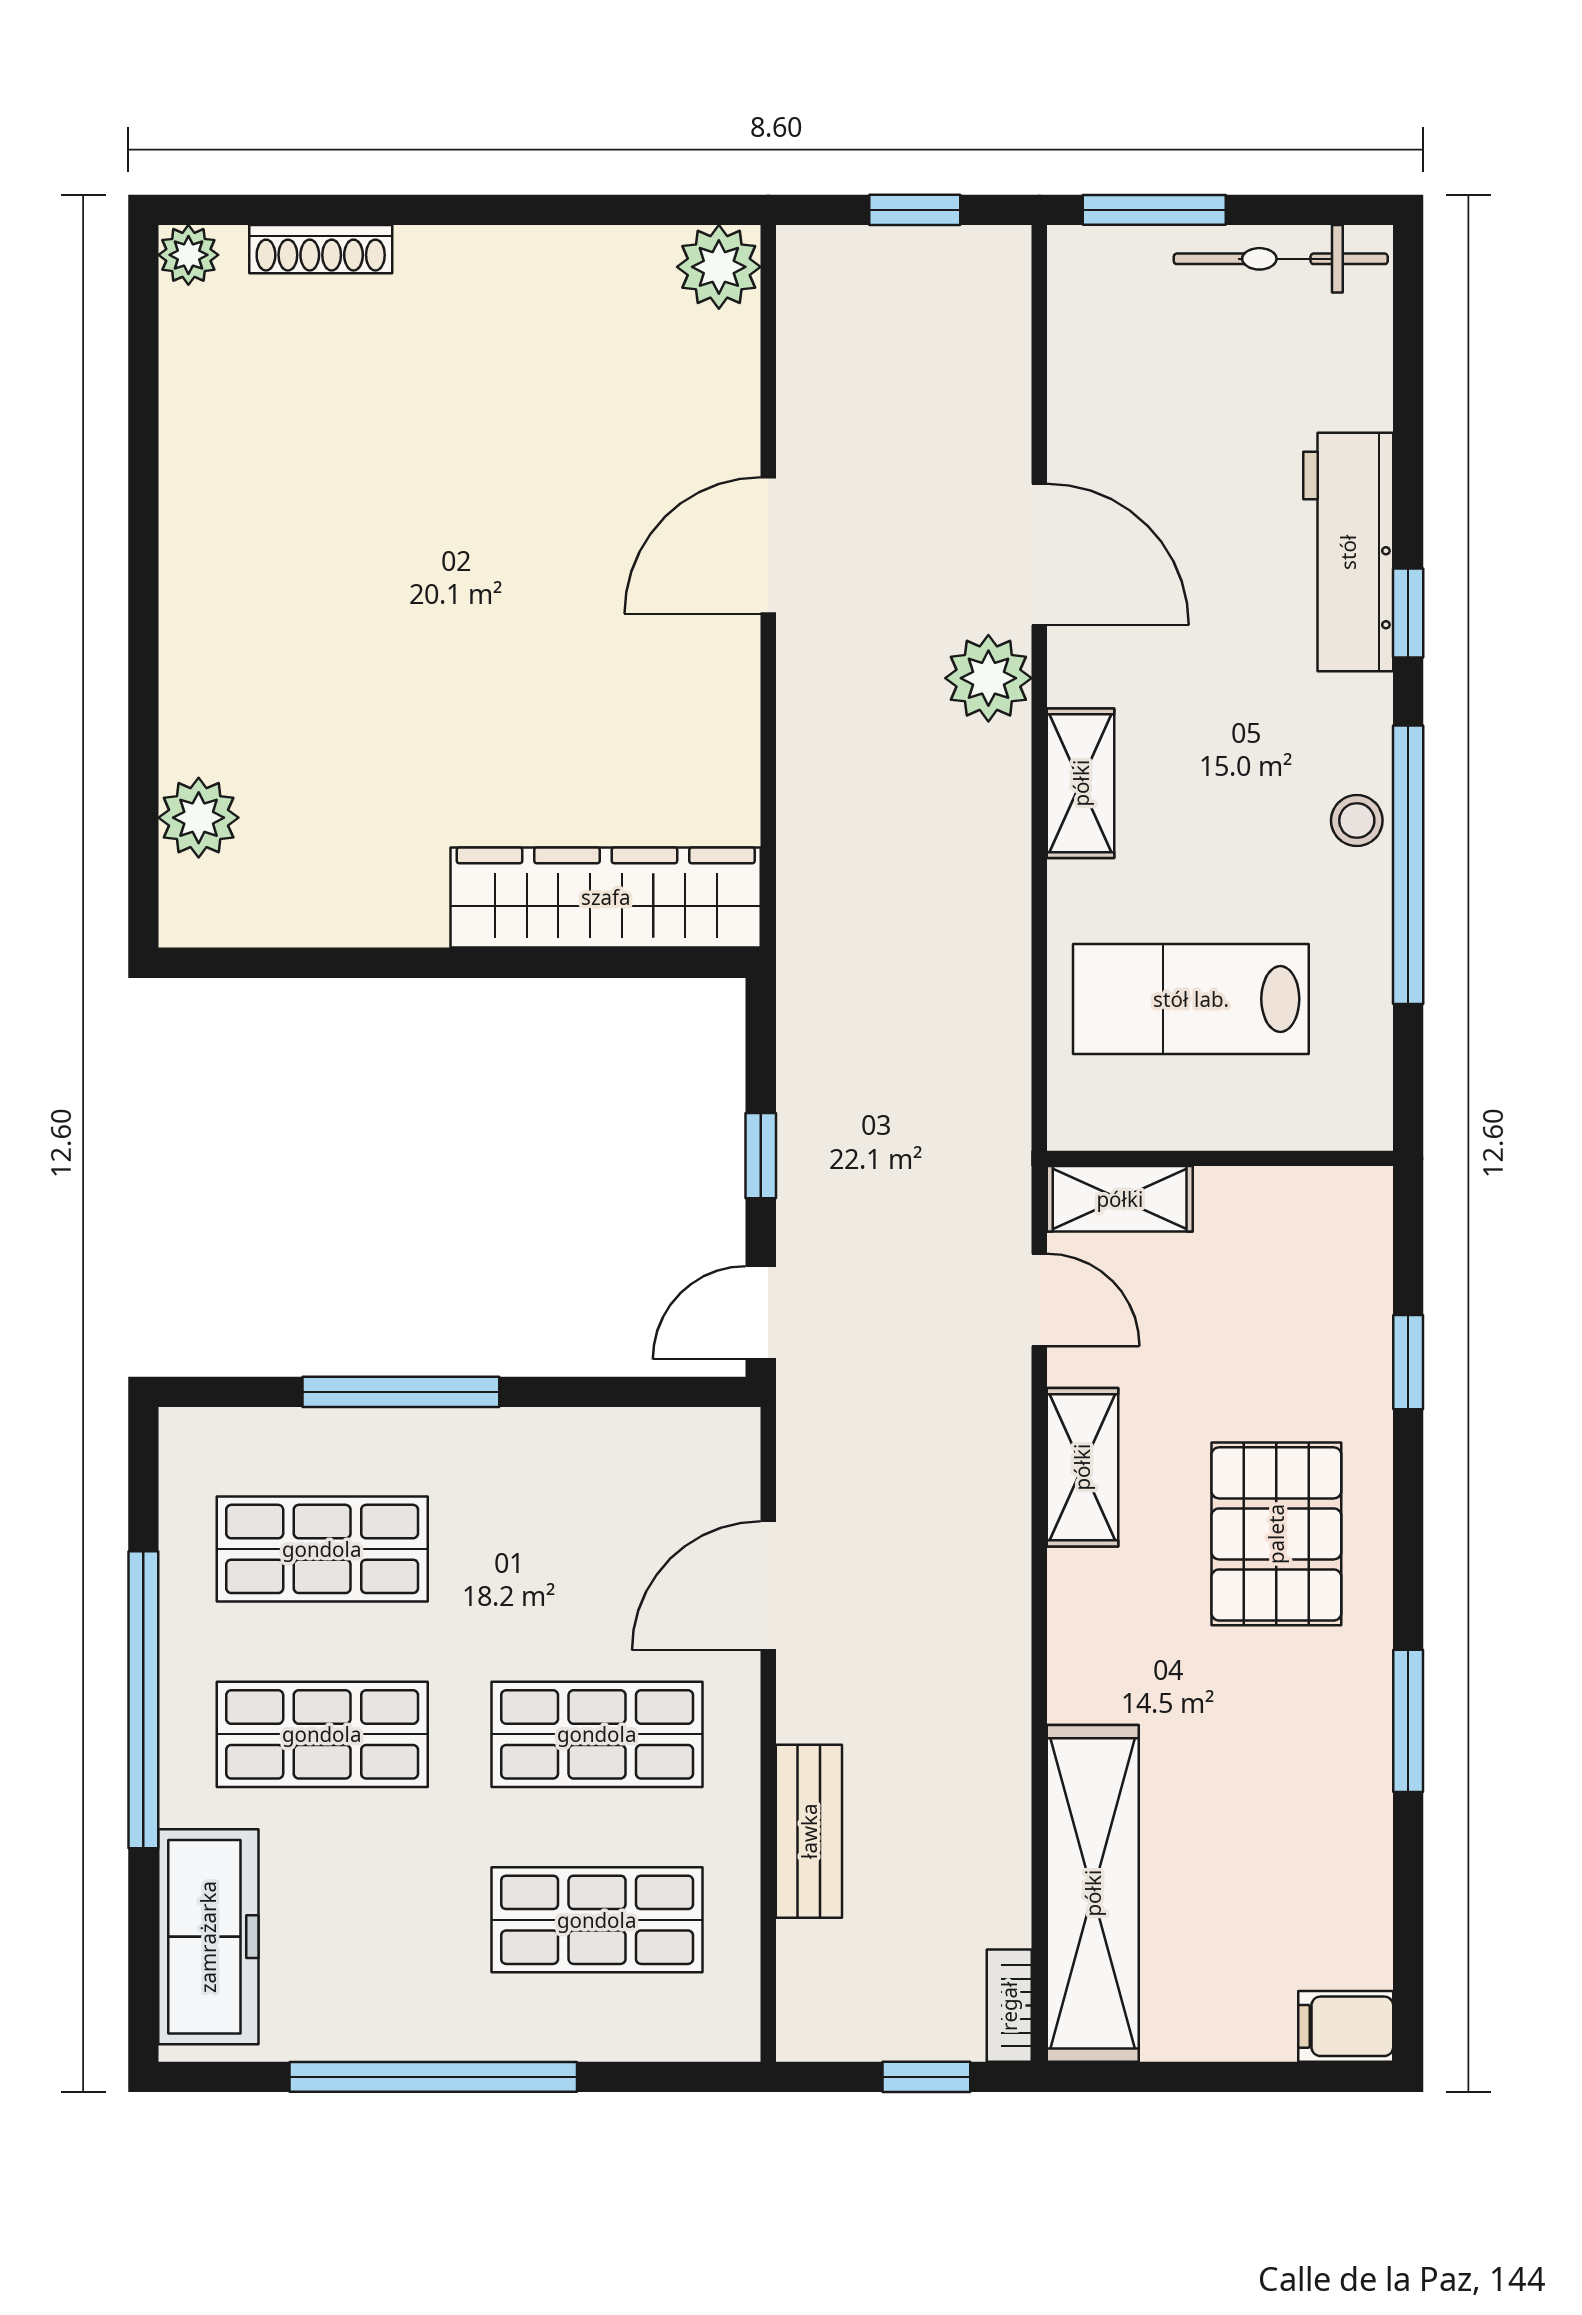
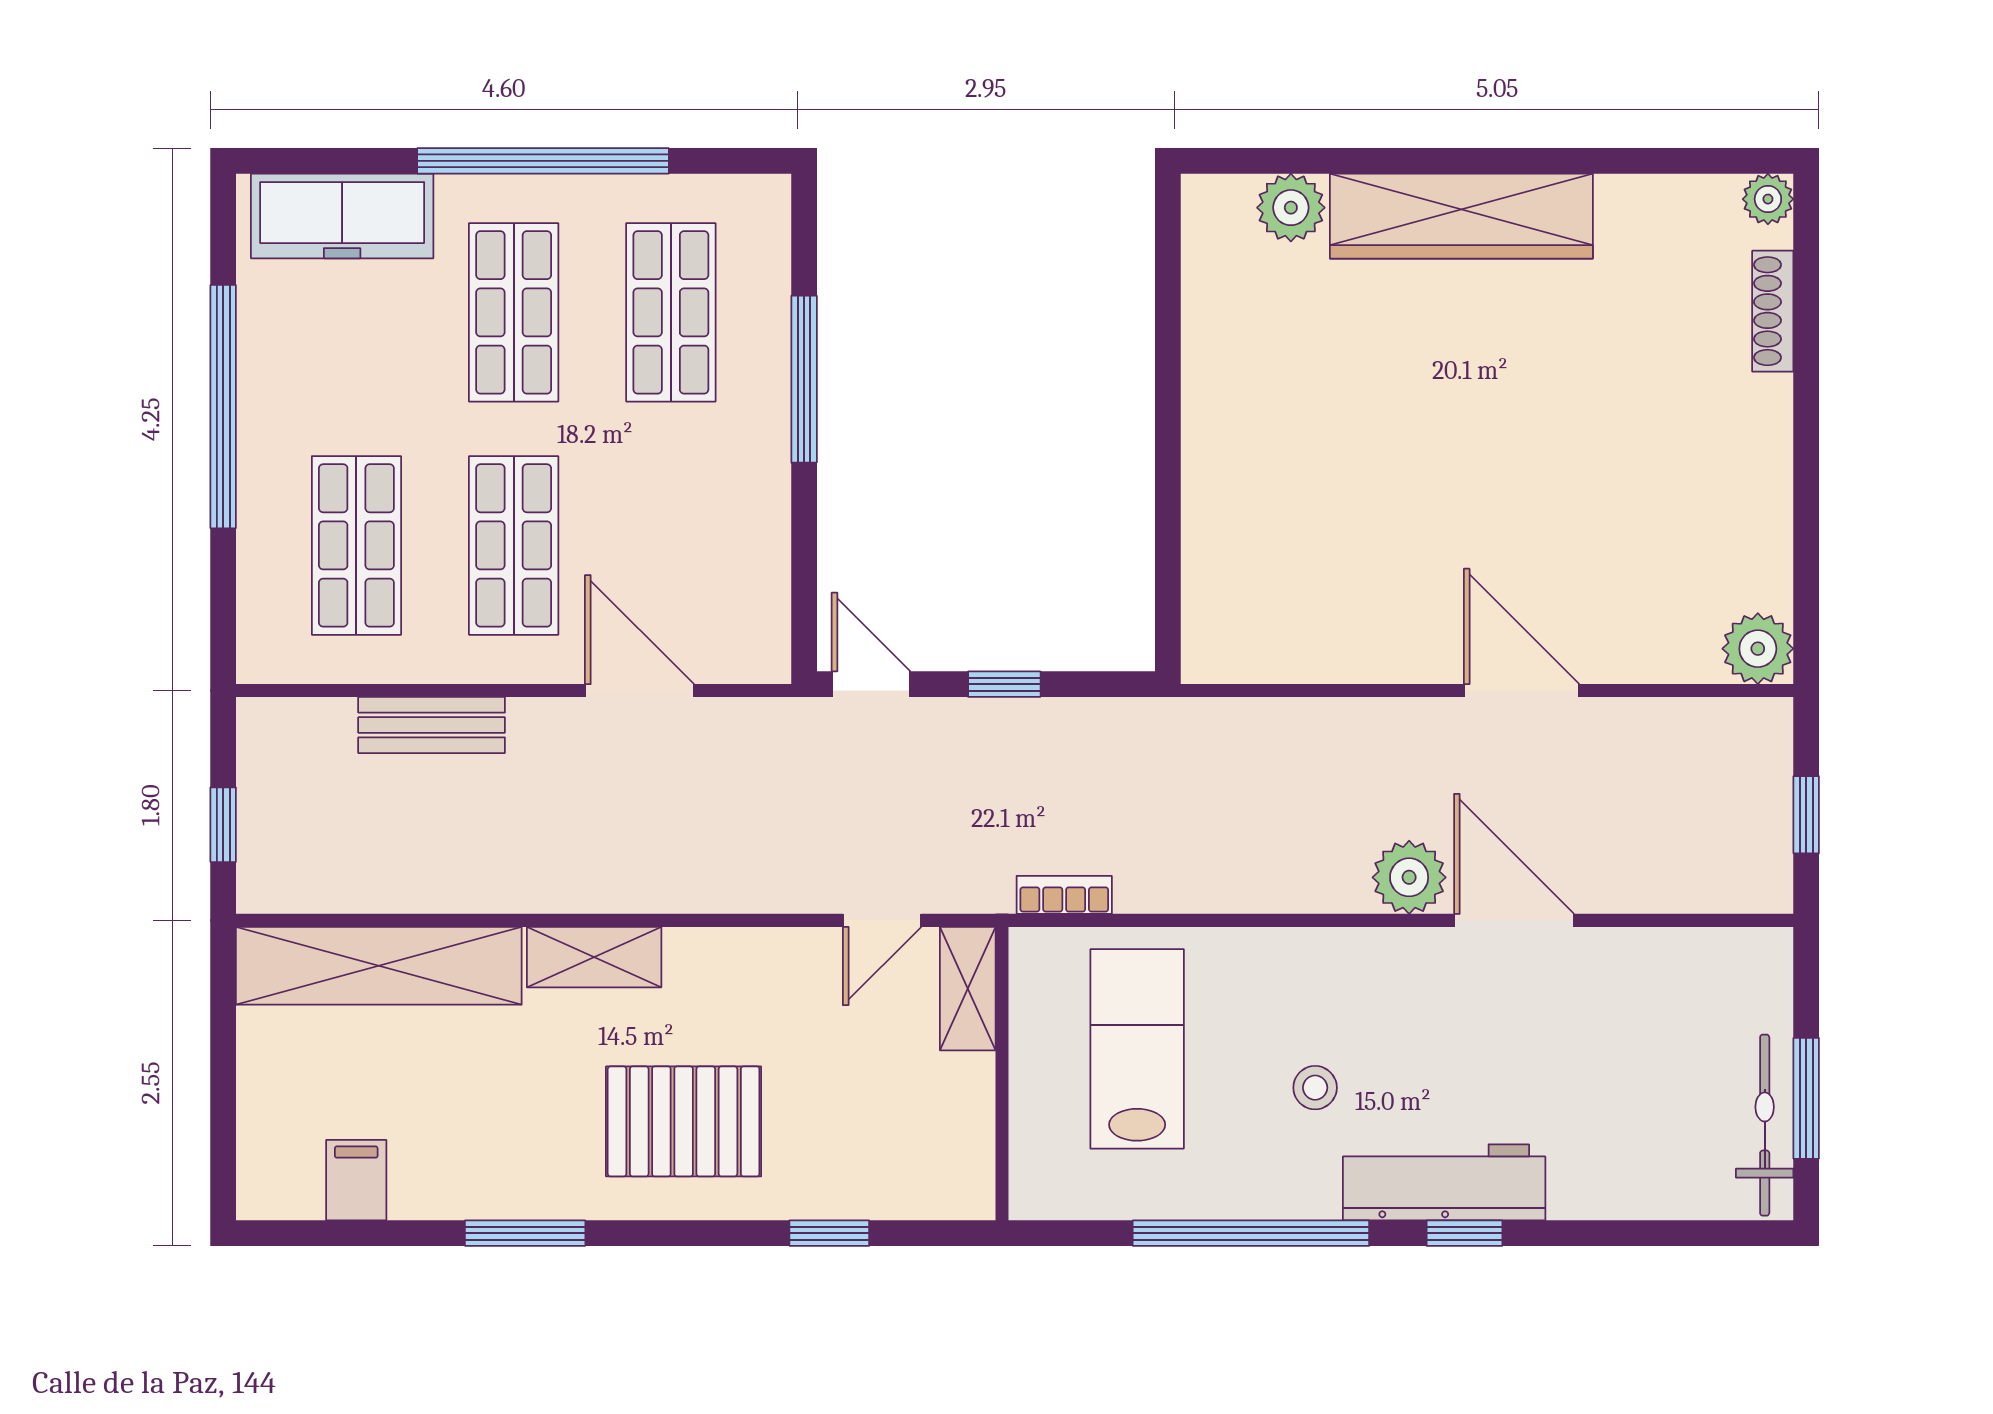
window: (1154, 210) -> (1806, 1098), moved
workbench: (1348, 552) -> (1444, 1182), moved
door: (1039, 554) -> (1514, 920), swing flipped
shelving: (1081, 783) -> (1320, 955), removed
stool: (1357, 821) -> (1315, 1088), moved
wardrobe: (606, 897) -> (1461, 216), moved, turned 90
shelving: (1082, 1467) -> (594, 957), moved
bookcase: (1009, 2006) -> (1064, 895), moved
filing cabinet: (1346, 2026) -> (356, 1180), moved

